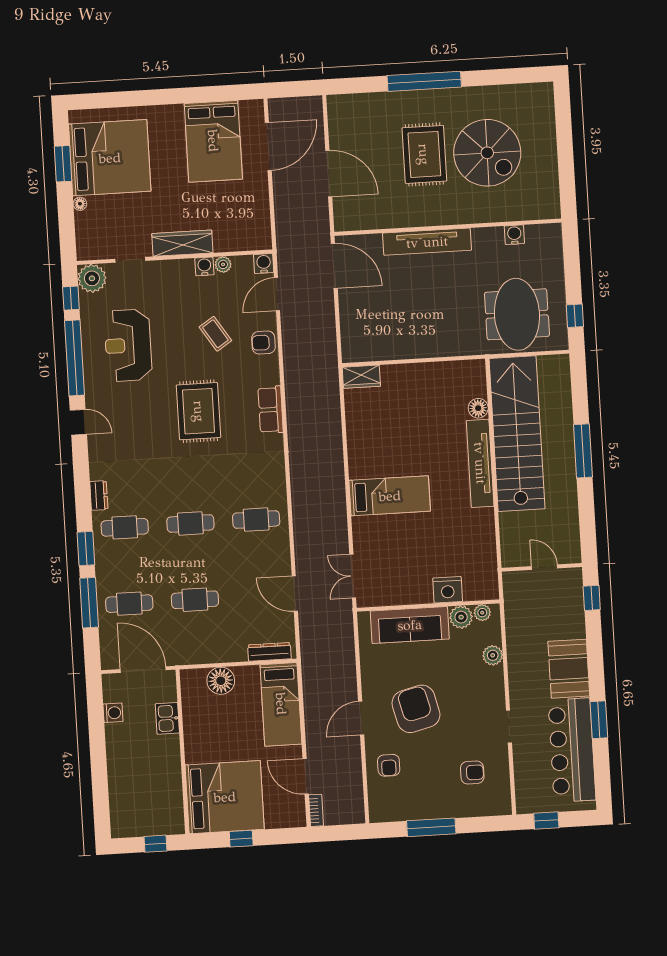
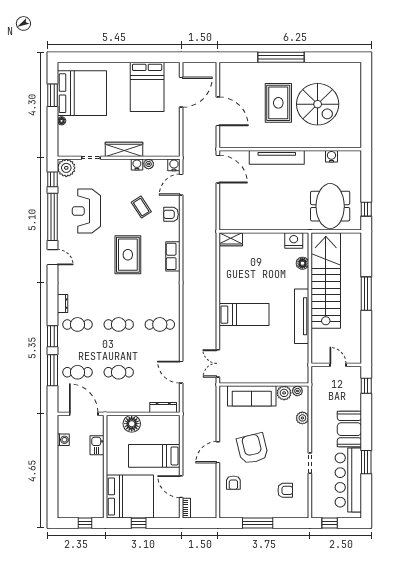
tv unit: (480, 463) -> (302, 316), moved
nightstand: (448, 590) -> (294, 240), moved, turned 180
bed: (281, 704) -> (154, 456), moved, turned 90

